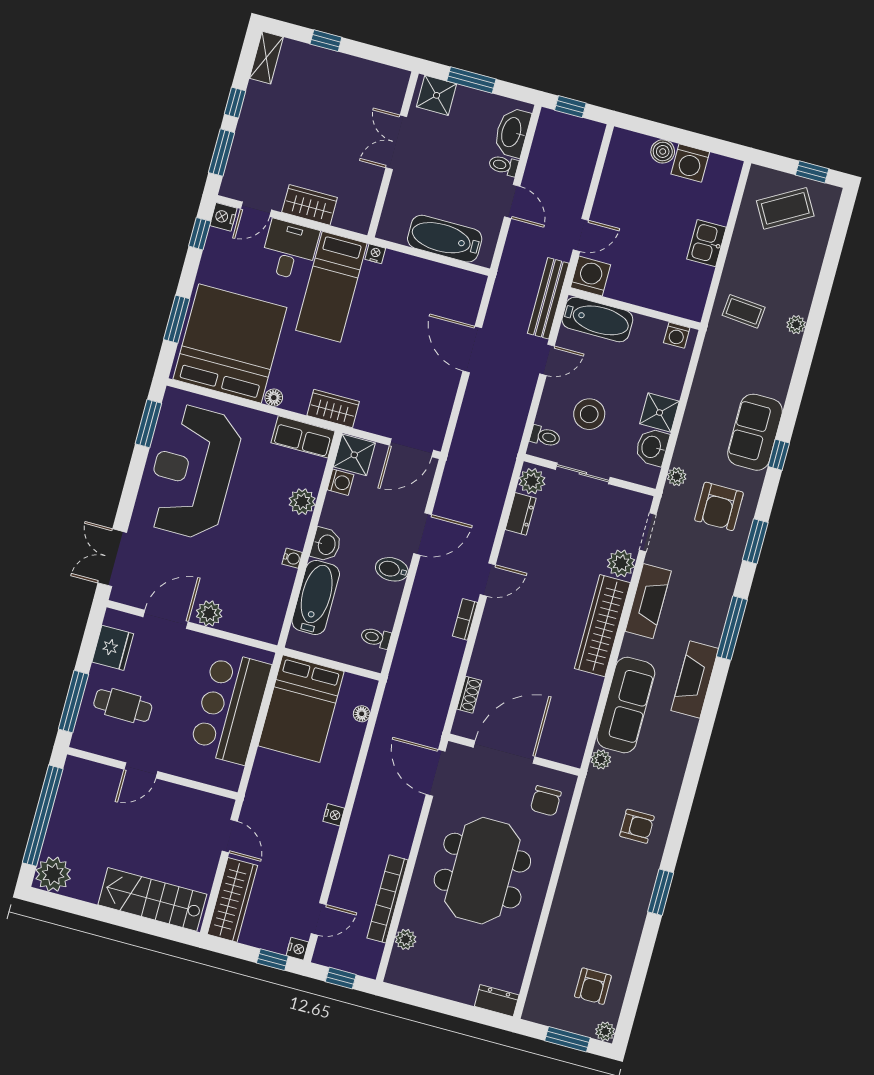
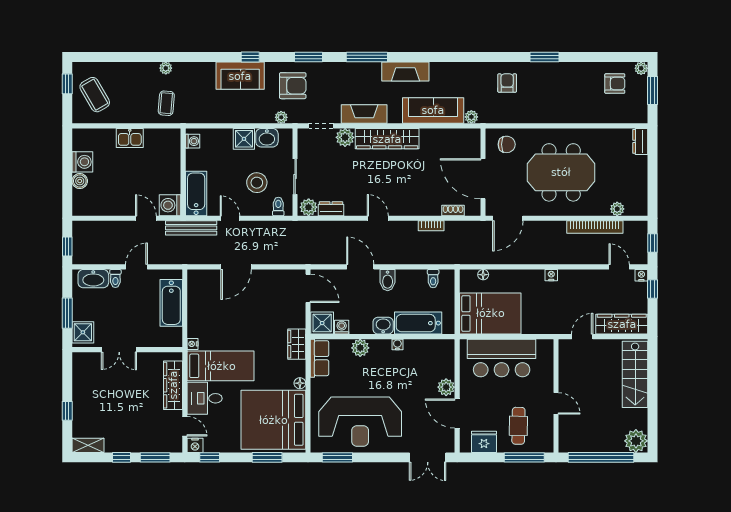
wardrobe: (310, 205) -> (173, 385), width x1.50
bookcase: (465, 619) -> (431, 226), moved

